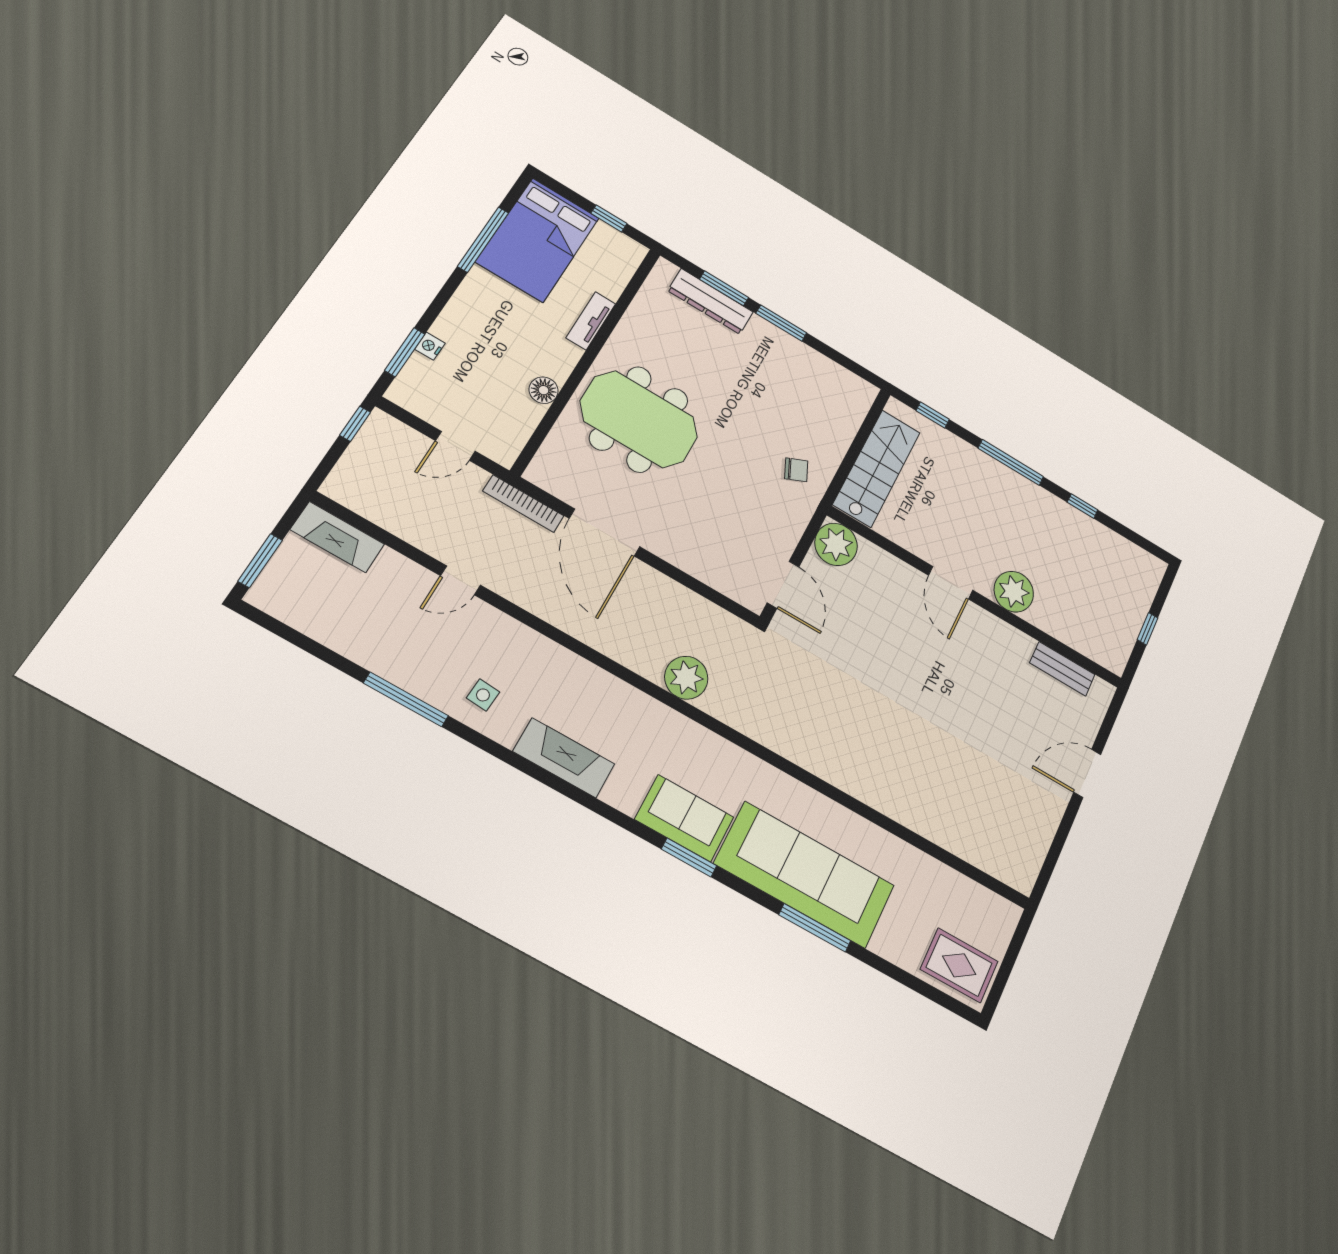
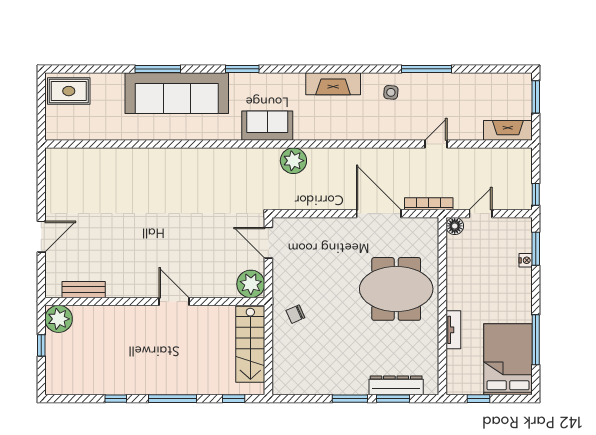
floor lamp: (544, 390) -> (455, 226), moved
plant: (1014, 592) -> (59, 319), moved
sofa: (684, 818) -> (267, 126), moved, turned 180

